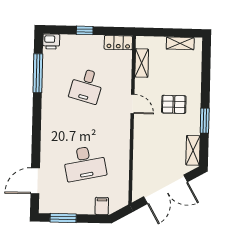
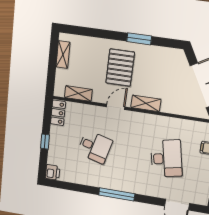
window: (38, 73) -> (117, 194), moved
pallet: (174, 104) -> (120, 68), width x1.50, depth x1.42
shelving: (193, 150) -> (146, 103), moved

